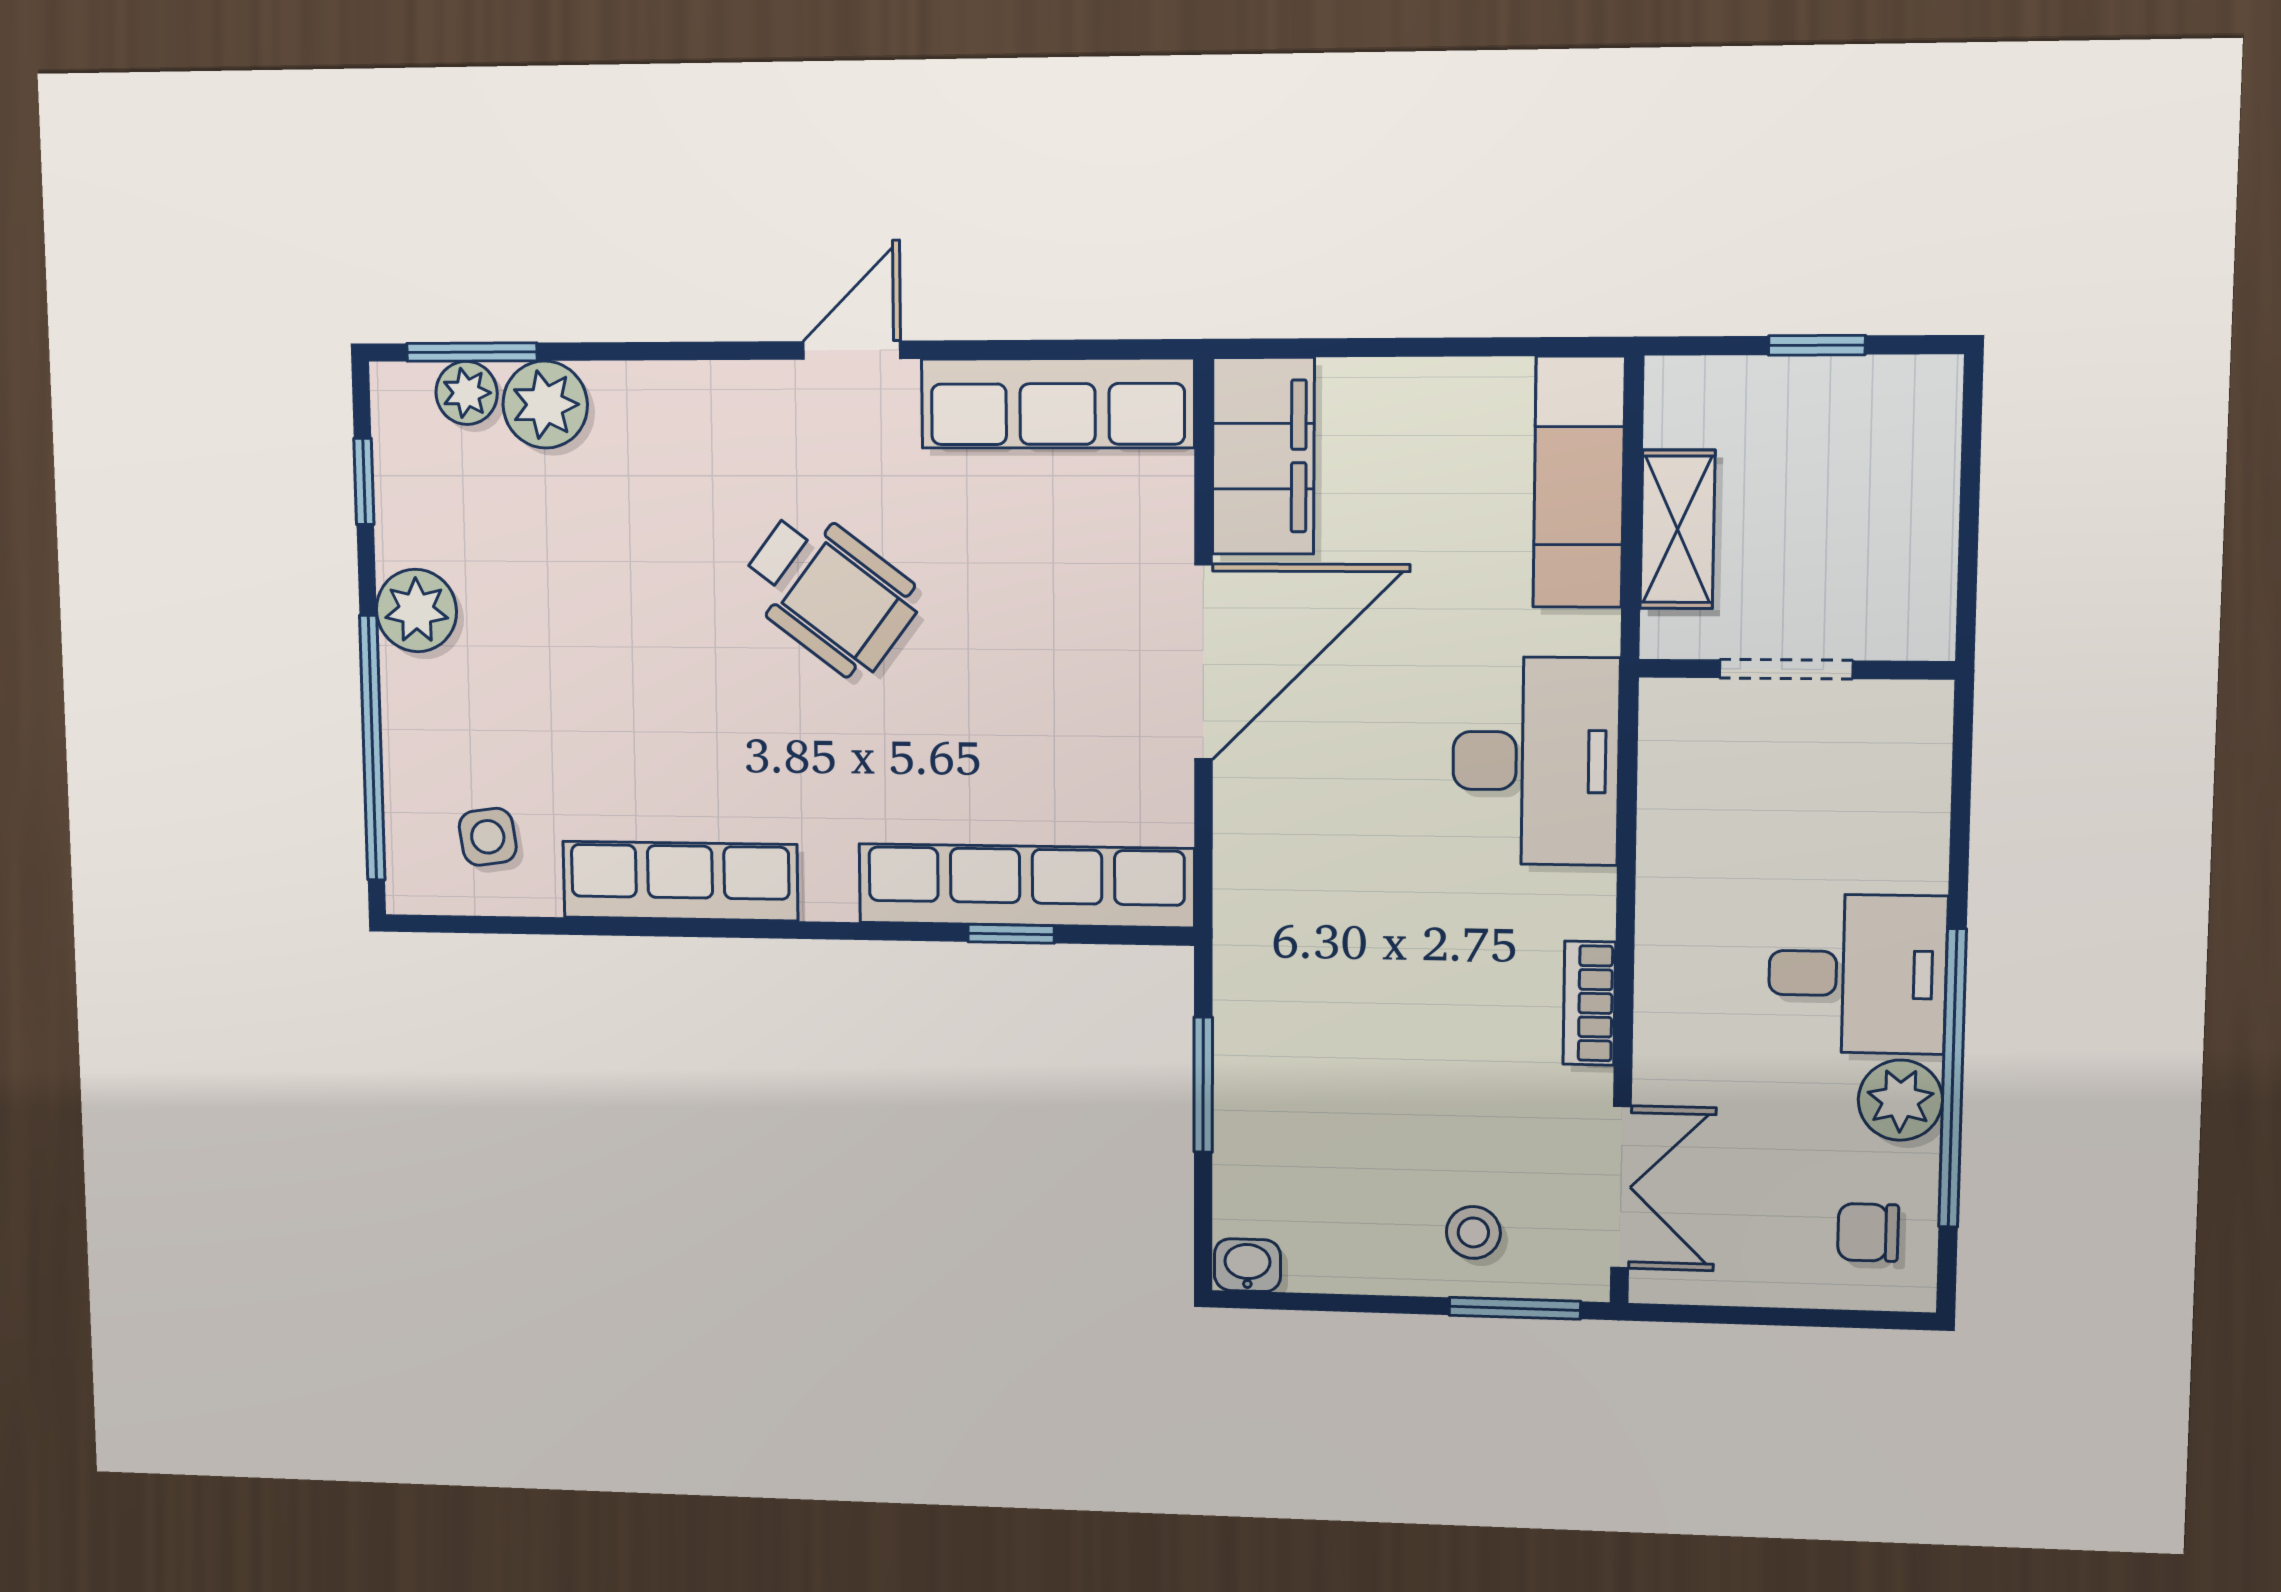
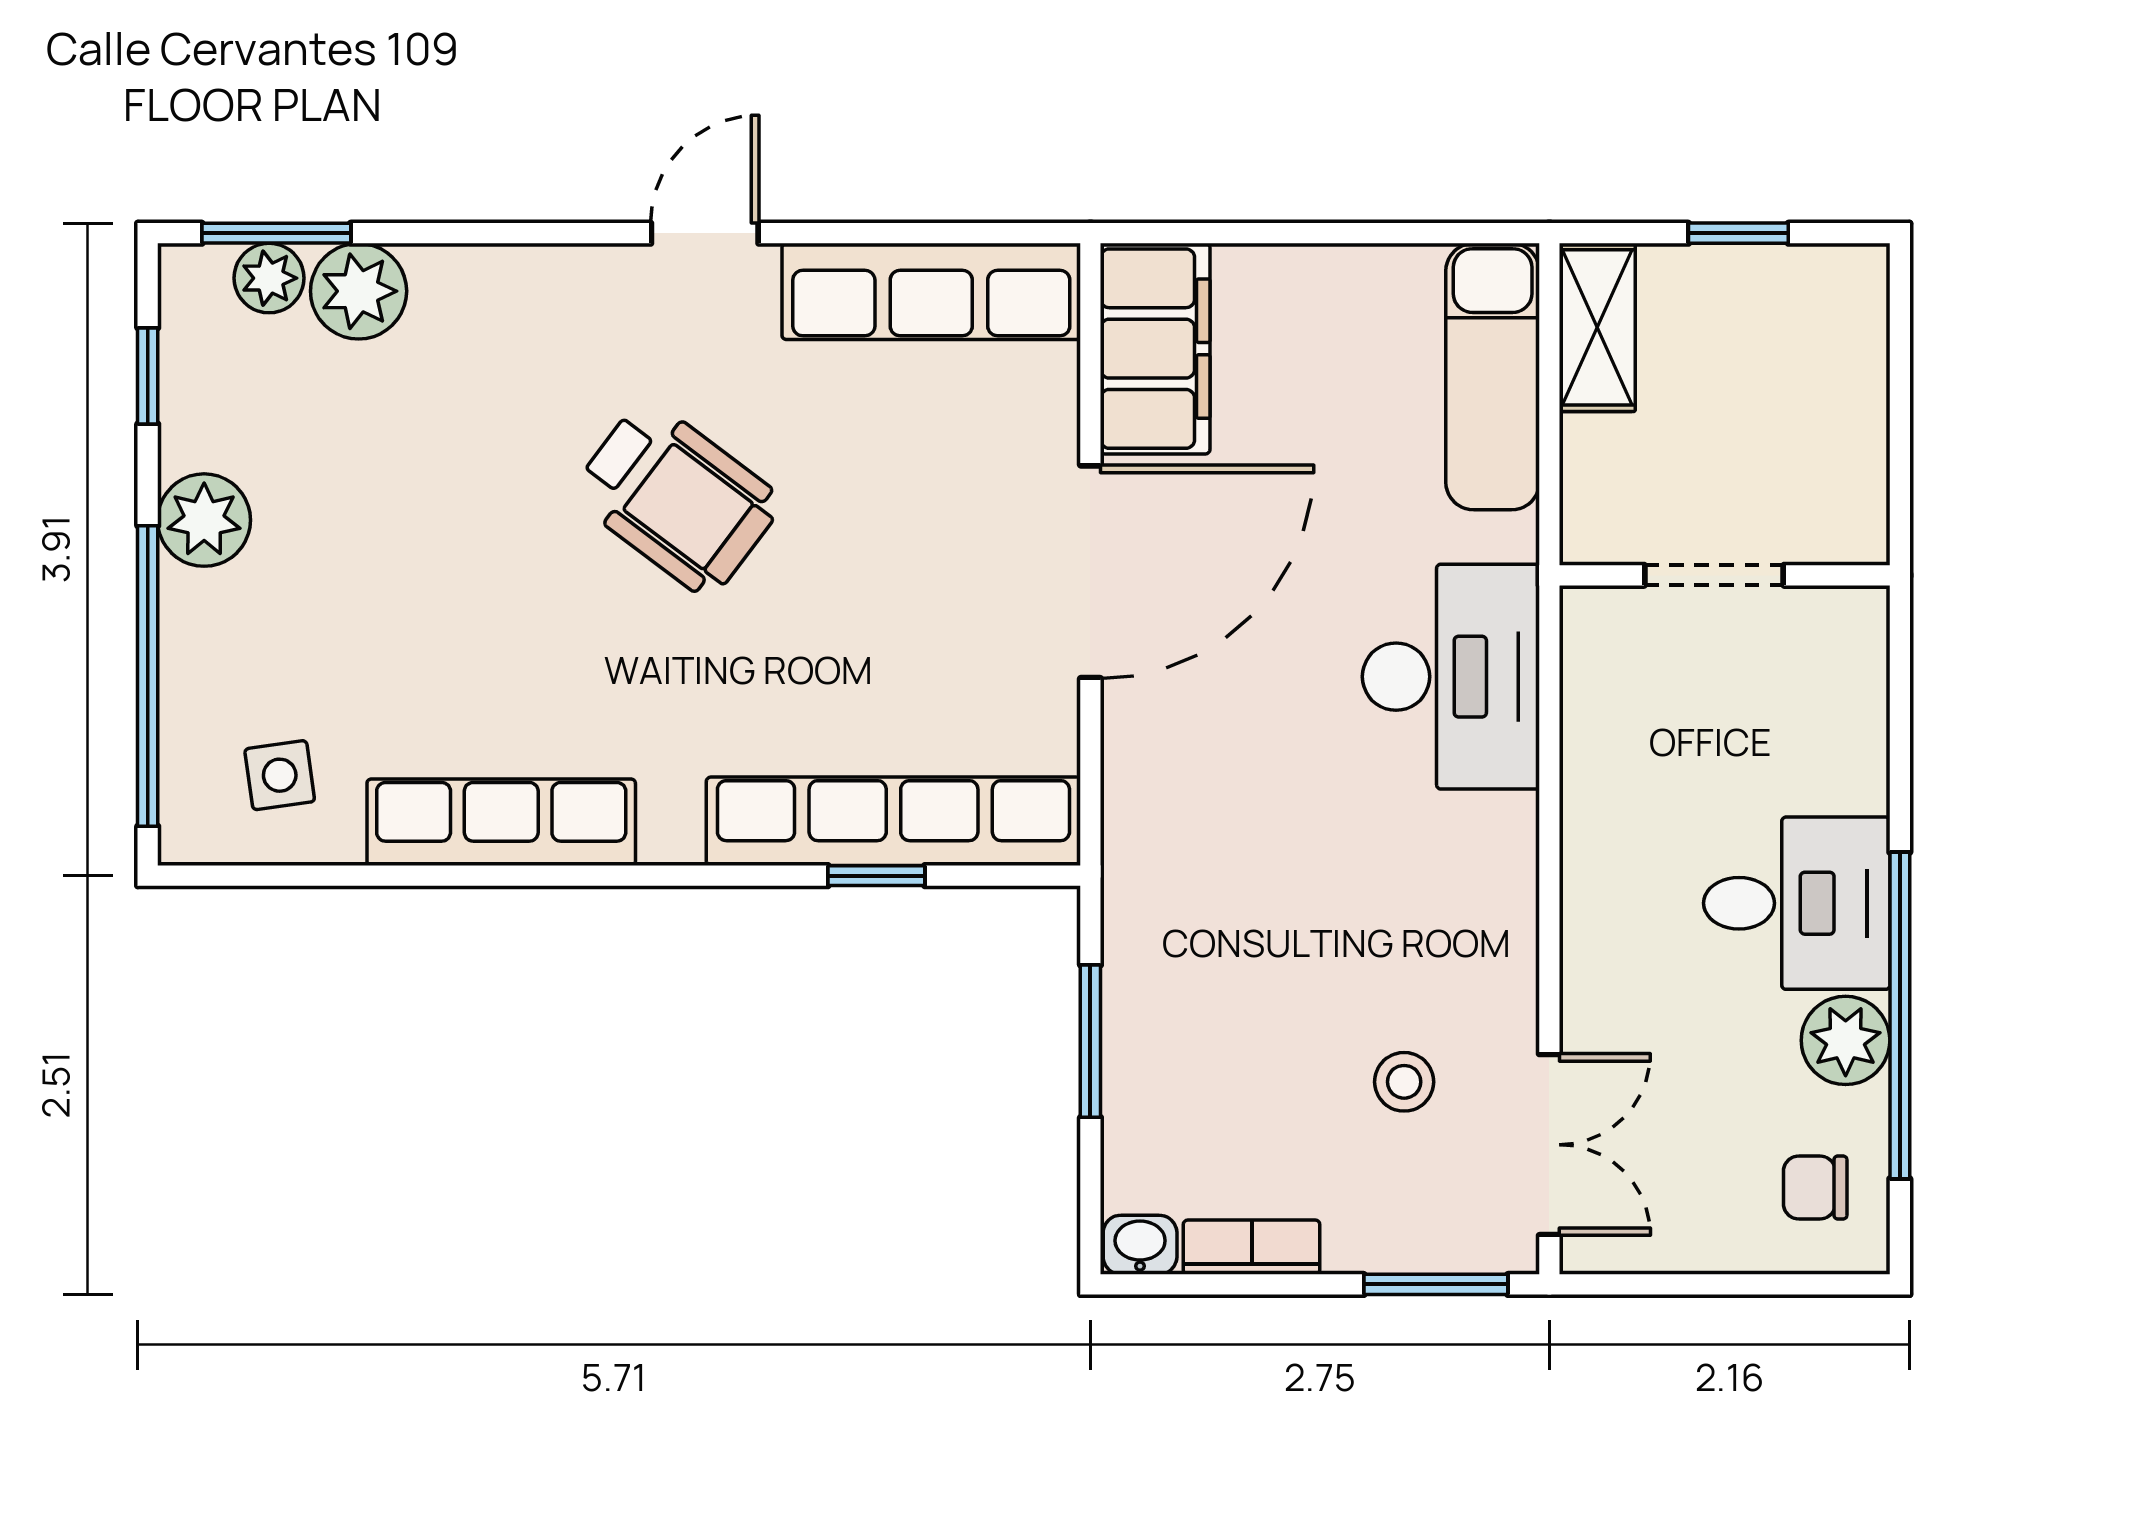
shelving: (1678, 529) -> (1597, 327), moved
bookcase: (1589, 1003) -> (1252, 1247), moved, turned 90
stool: (1473, 1232) -> (1404, 1082), moved

